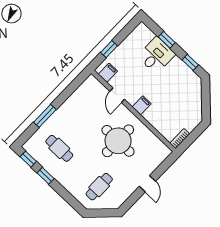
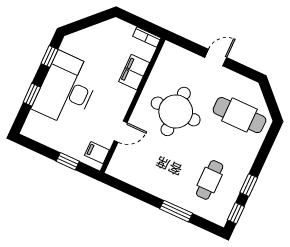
desk: (156, 55) -> (67, 89), width x1.87, depth x1.30
filing cabinet: (142, 105) -> (134, 72), moved, width x2.00
cafe table: (99, 187) -> (239, 115), width x1.37, depth x1.35

